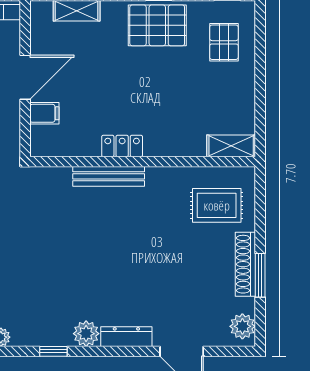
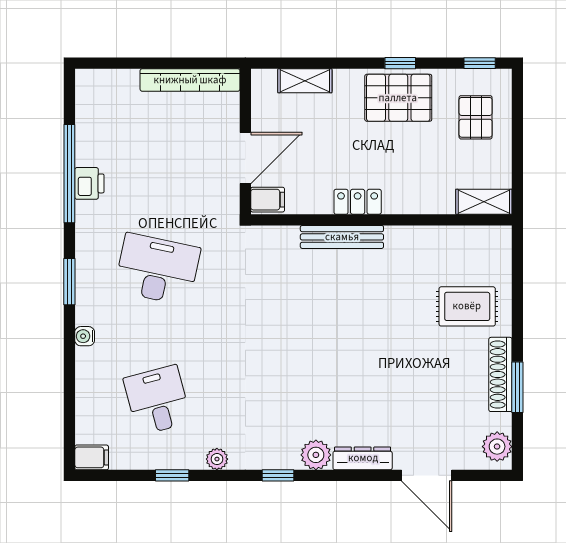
locker: (122, 146) -> (358, 202), moved
shelving: (231, 146) -> (484, 202), moved
wall: (143, 162) -> (381, 220), moved
bench: (109, 176) -> (342, 237), moved

